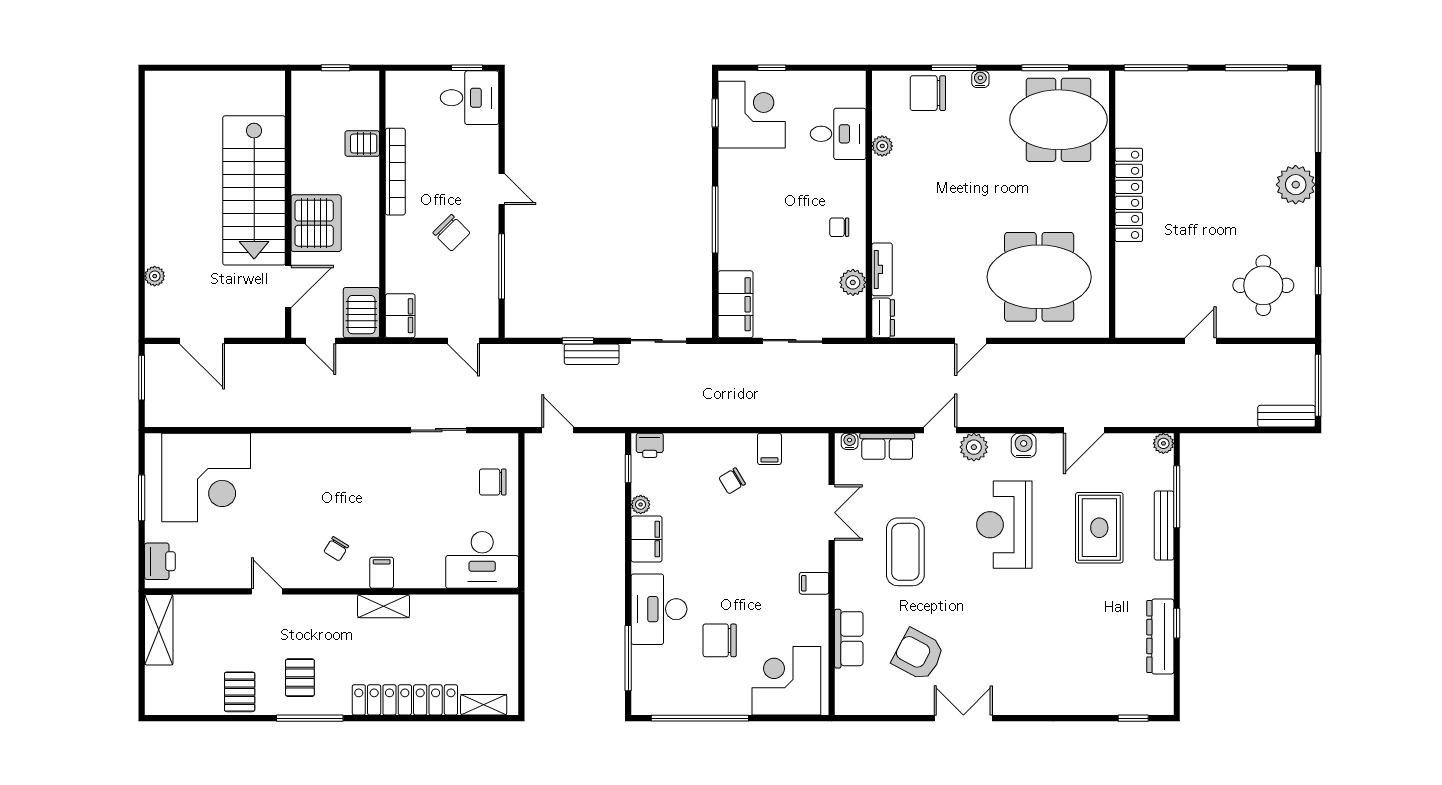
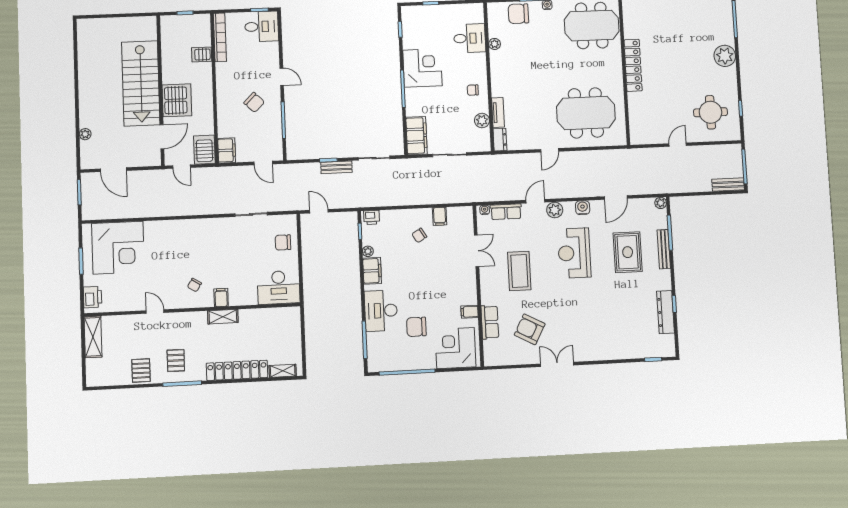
corner desk: (752, 115) -> (422, 68), moved
bookcase: (395, 172) -> (220, 37), moved
filing cabinet: (814, 583) -> (470, 312), moved

